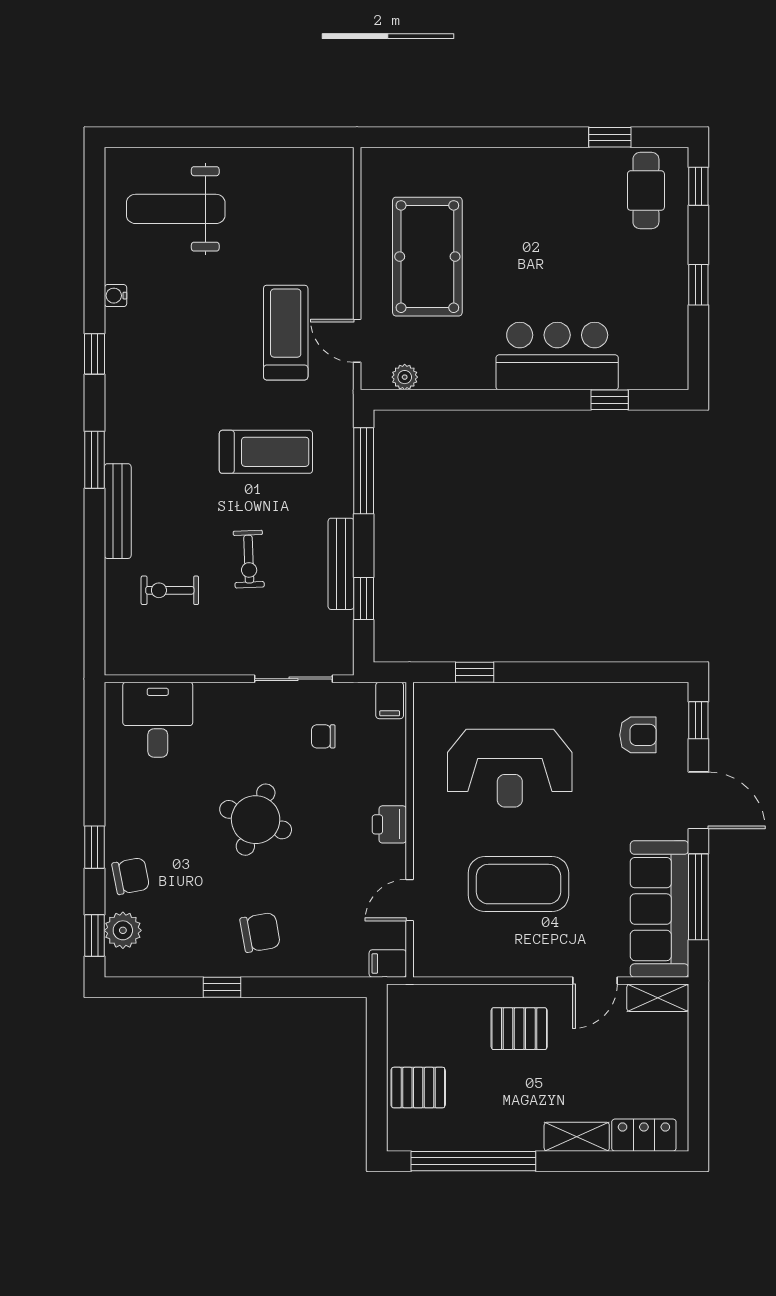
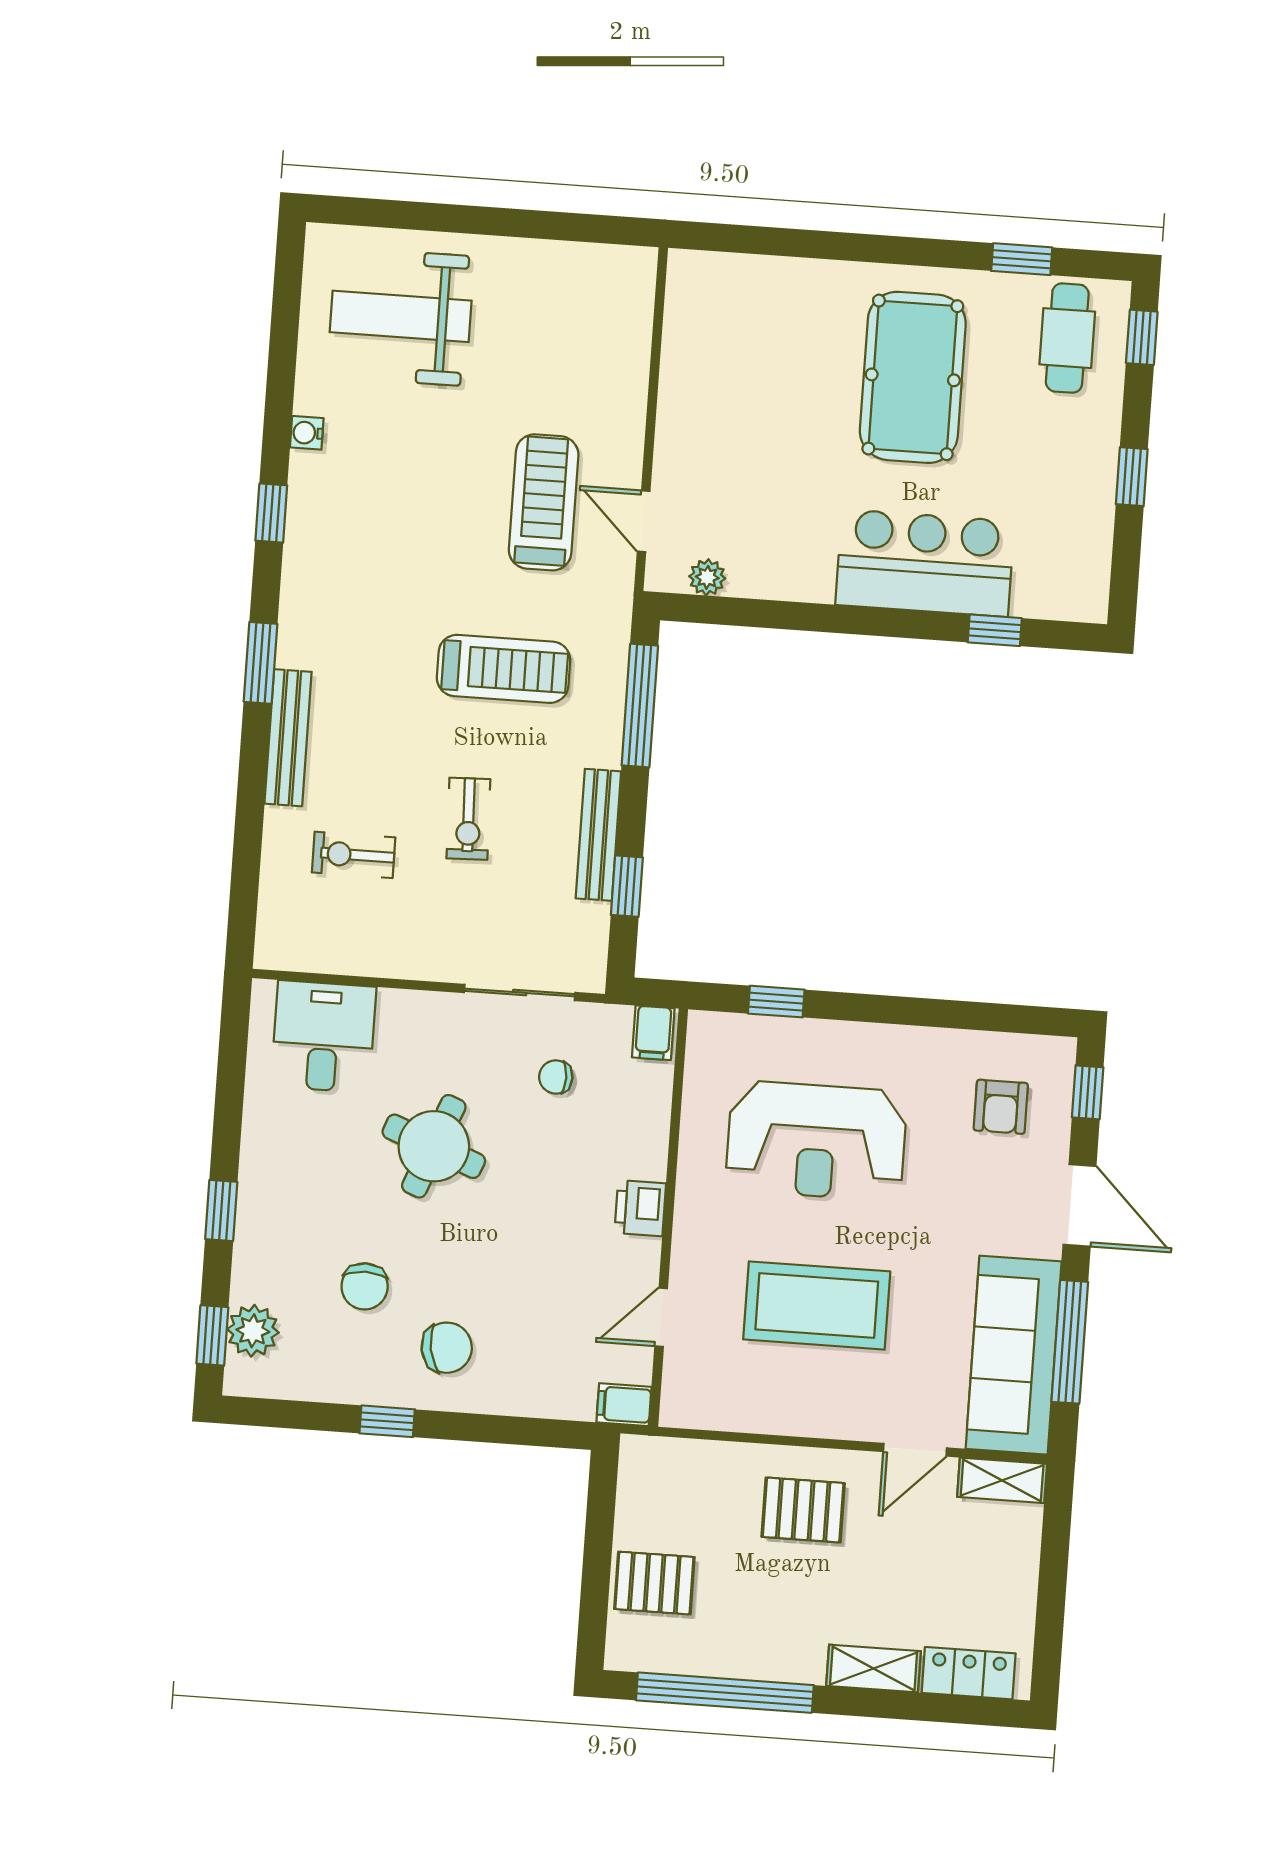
pool table: (427, 257) -> (913, 377), moved
armchair: (638, 735) -> (1001, 1107), turned 90
round table: (256, 820) -> (434, 1146), moved
chair: (131, 876) -> (365, 1286), moved, turned 101

